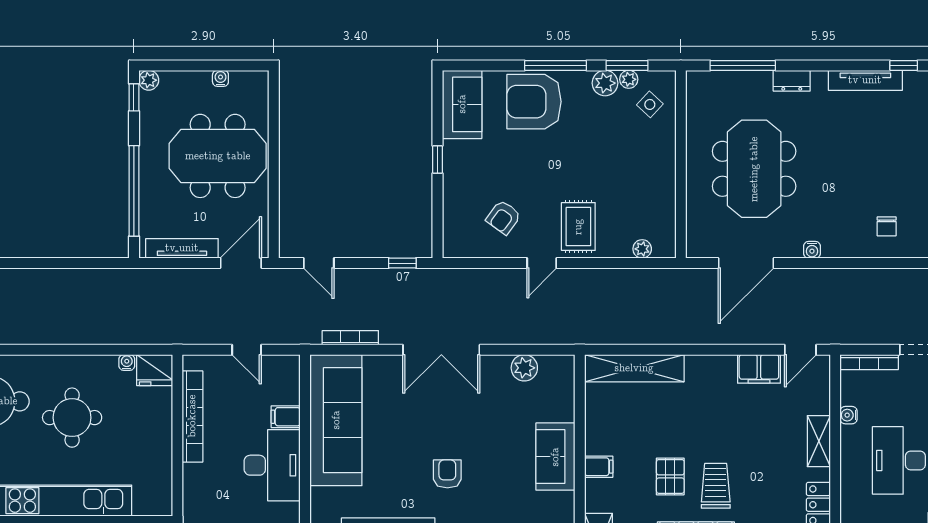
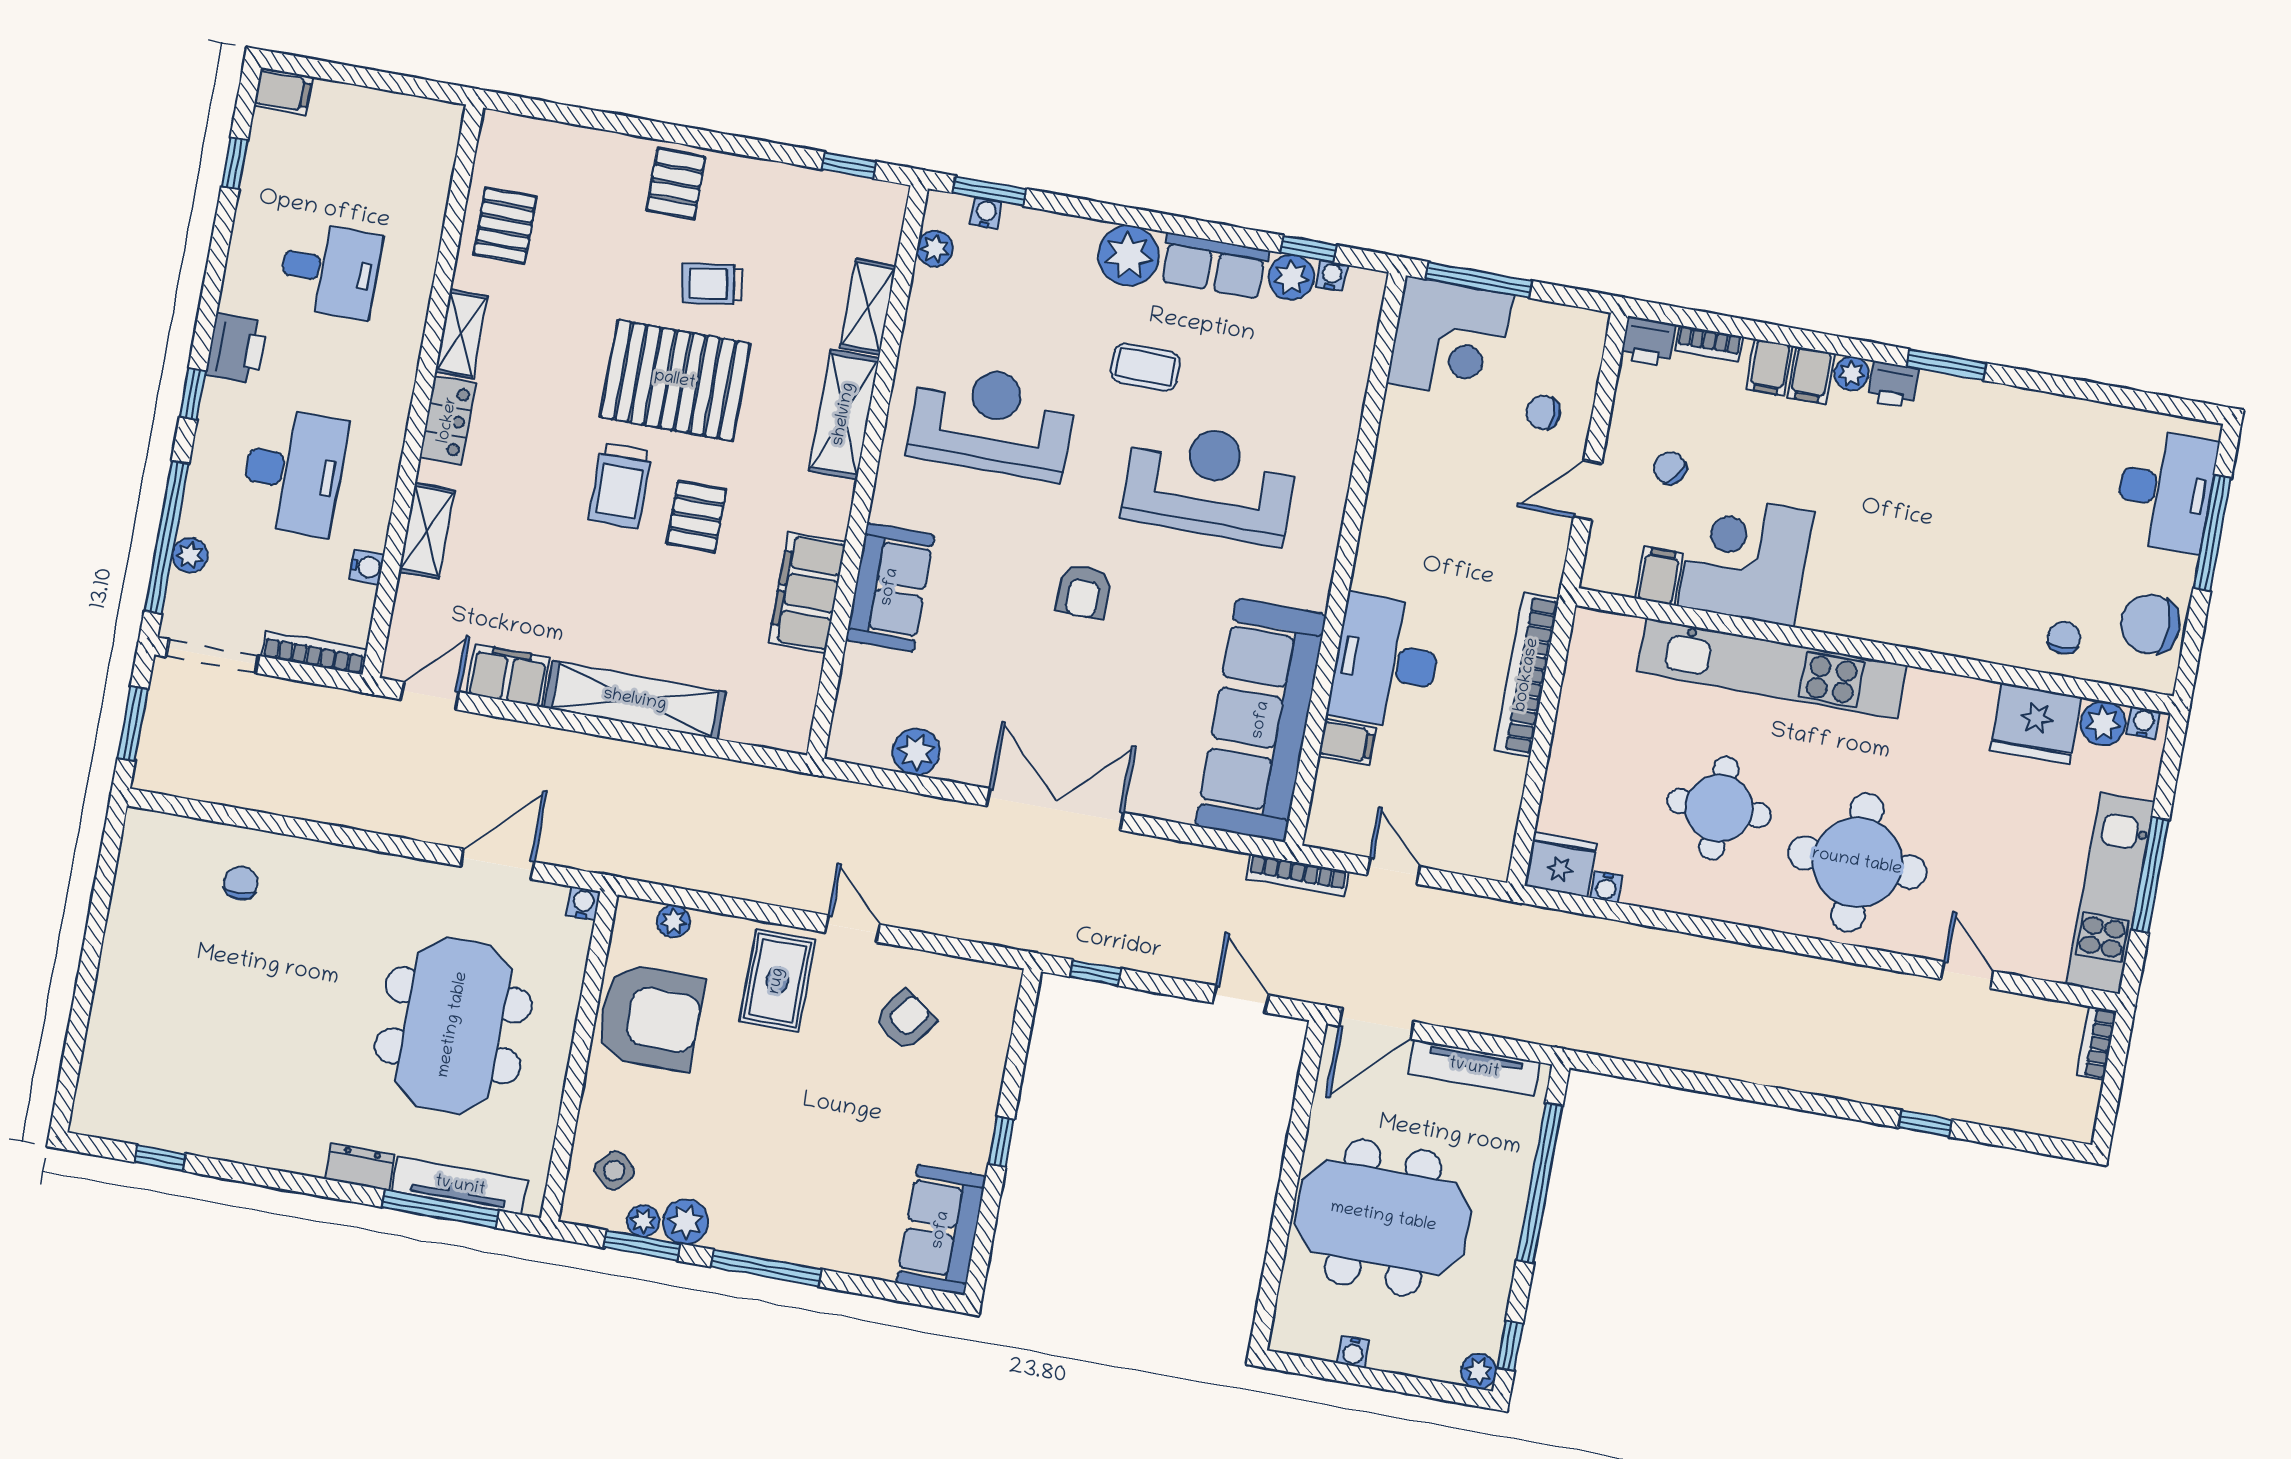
tv unit: (865, 80) -> (460, 1186), moved
armchair: (534, 102) -> (650, 1017), moved
water cooler: (812, 250) -> (583, 903), moved
door: (542, 263) -> (853, 929), hinge flipped
door: (746, 263) -> (497, 864), width x0.73
bookcase: (350, 338) -> (1297, 875), moved
shelving: (634, 368) -> (635, 700), moved
bookcase: (192, 416) -> (1527, 675), moved
filing cabinet: (599, 467) -> (807, 592), width x3.00, depth x1.17

